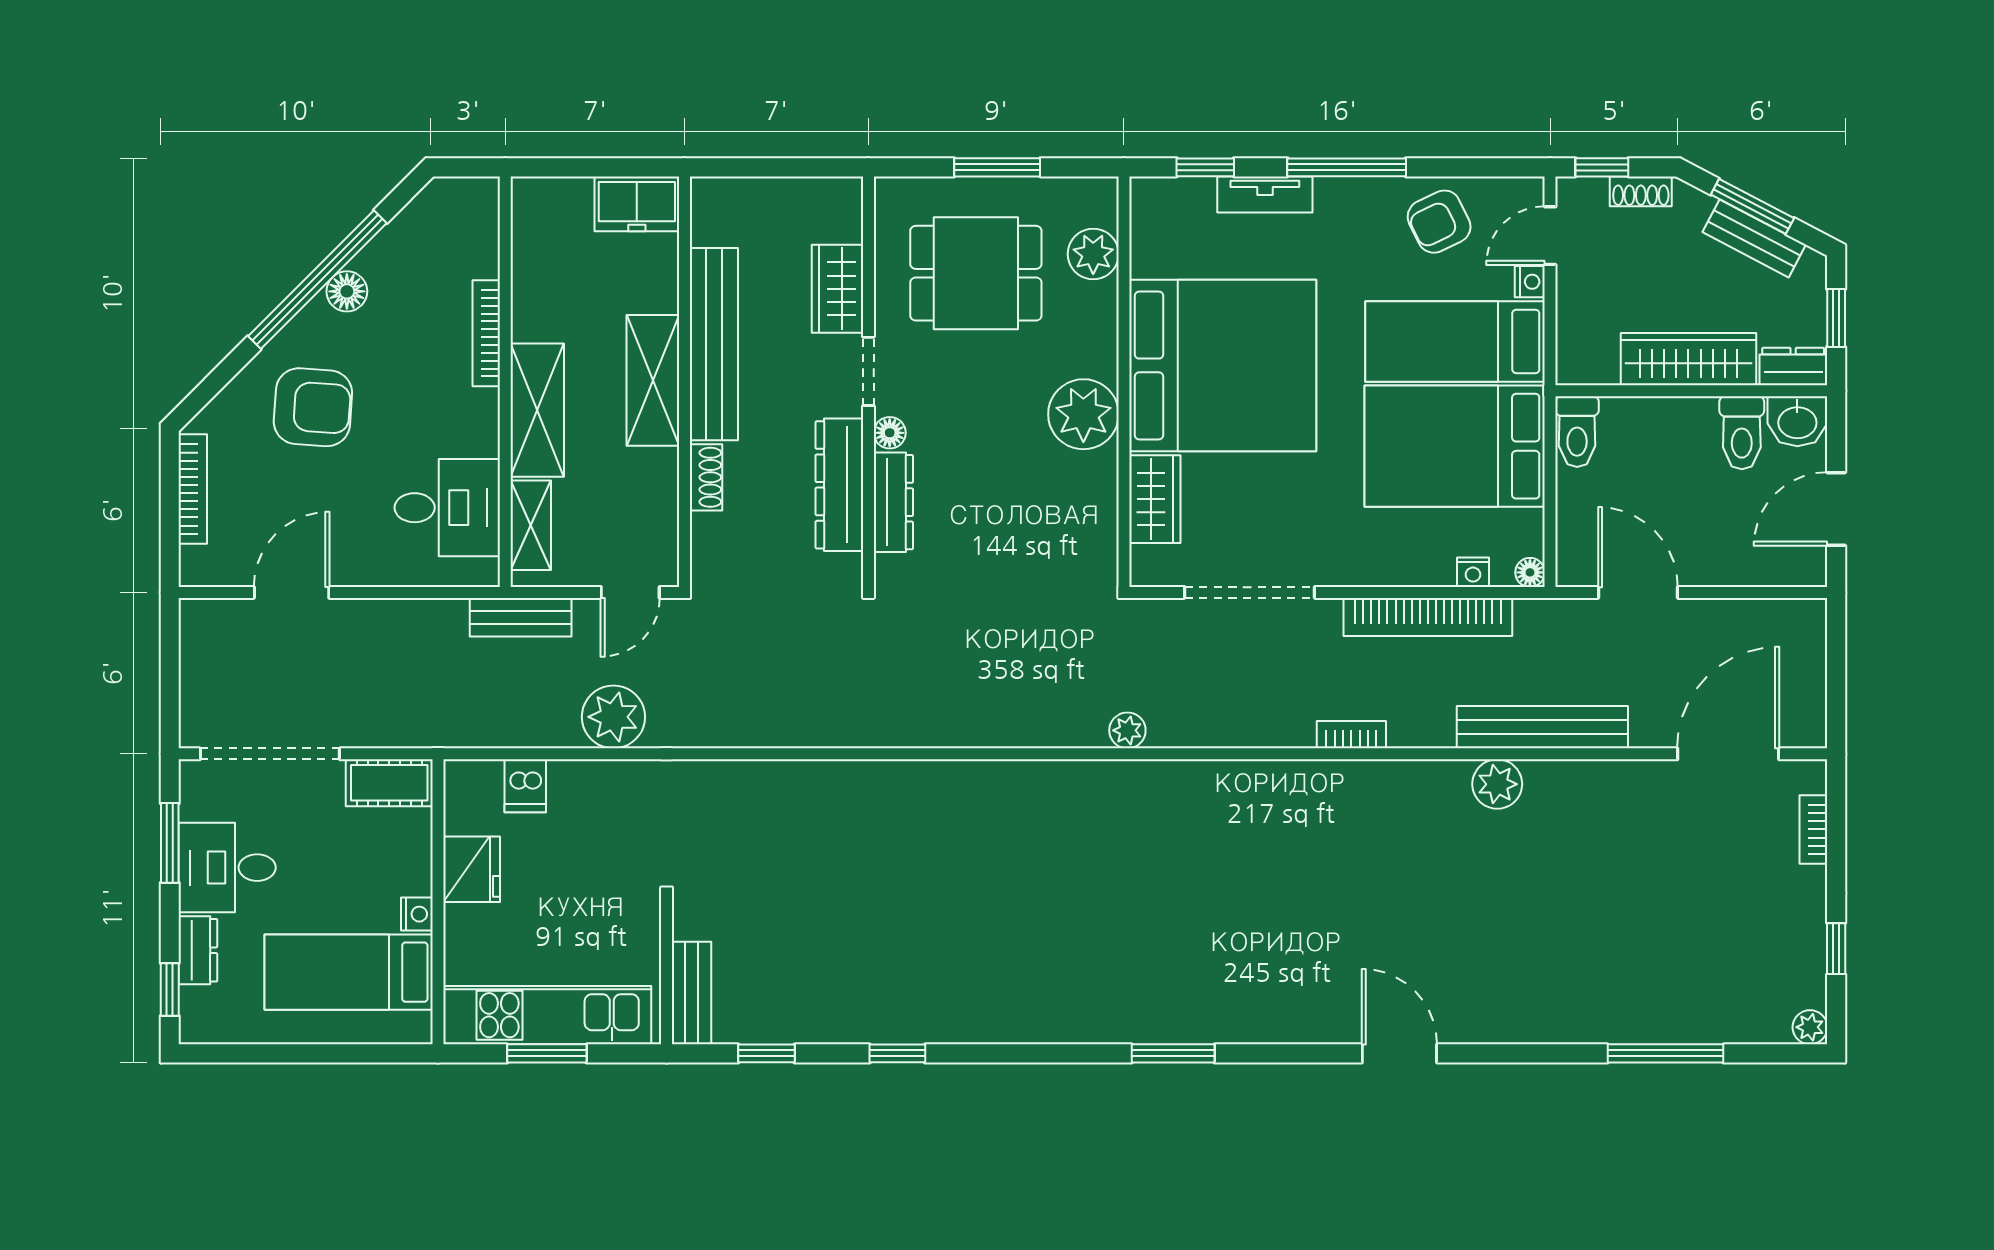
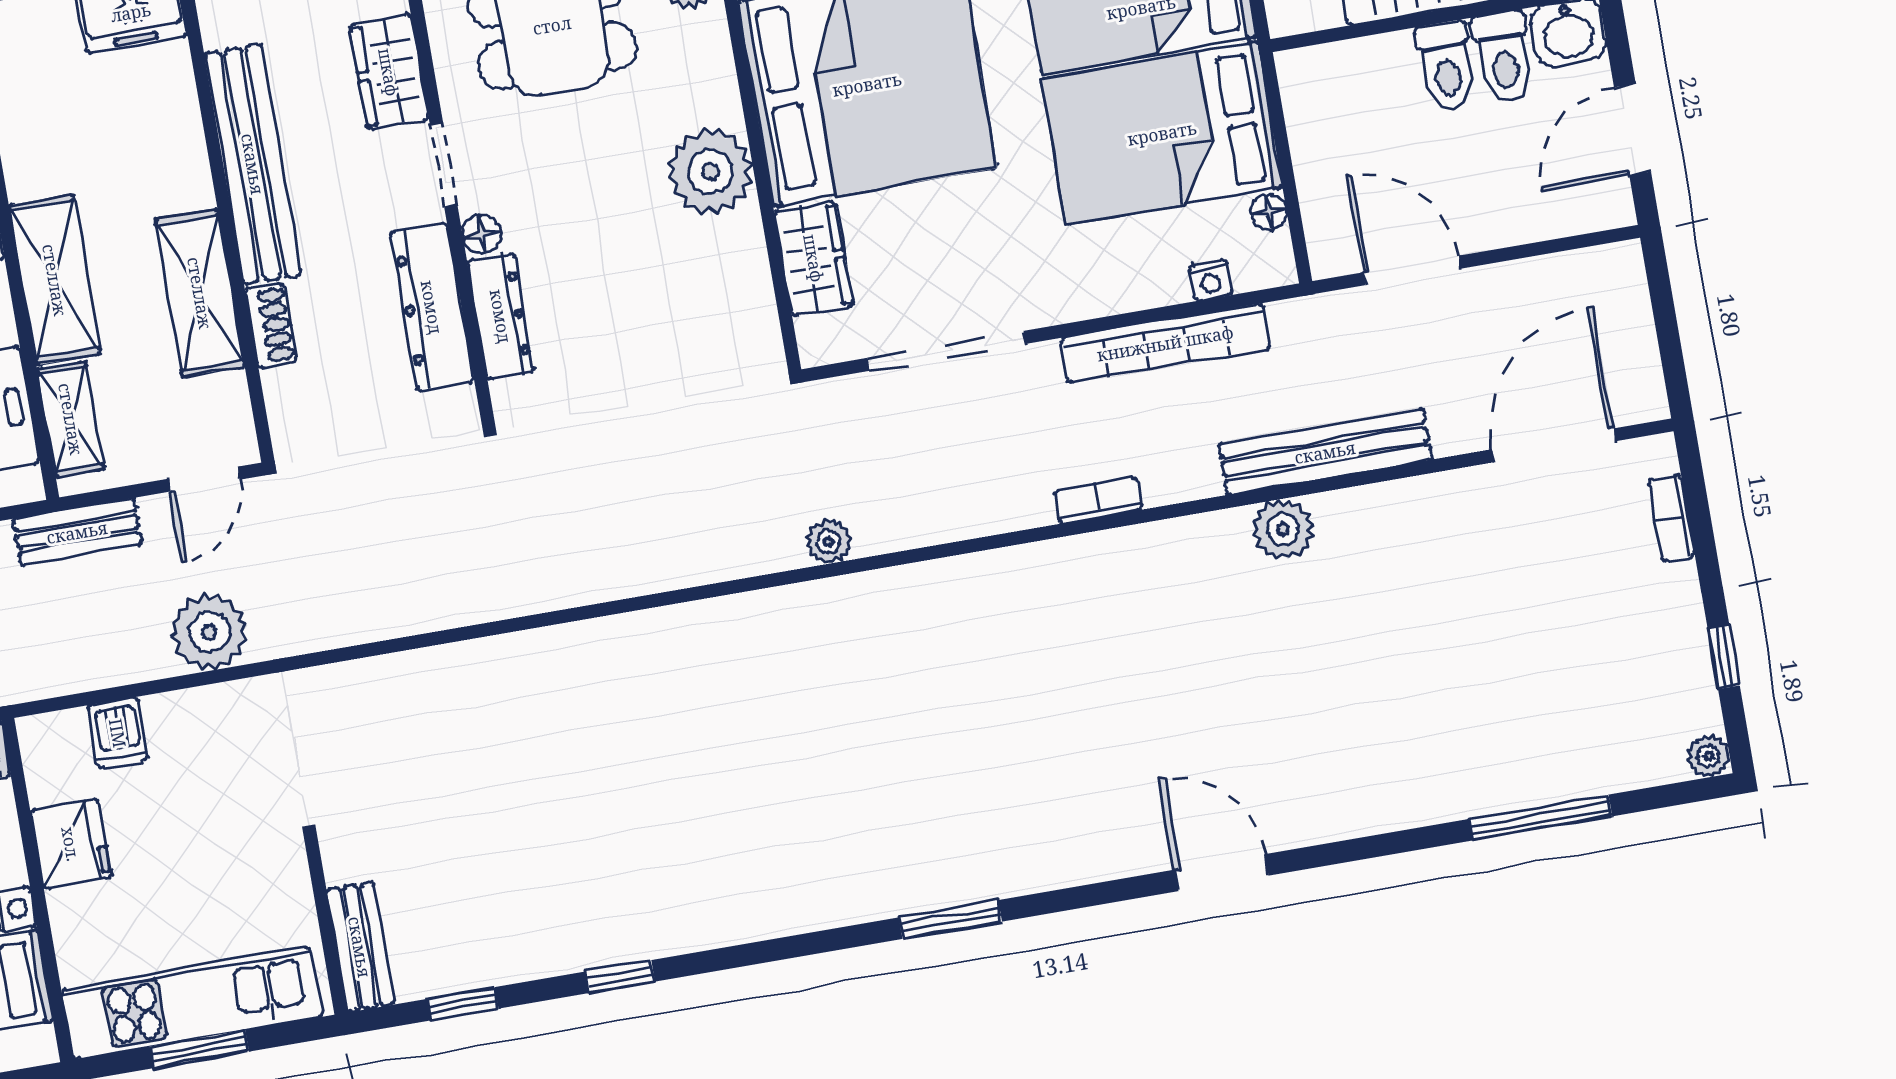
shelving: (653, 380) -> (200, 293), moved
toilet: (1577, 432) -> (1446, 66), moved
floor lamp: (1530, 572) -> (1269, 212), moved

